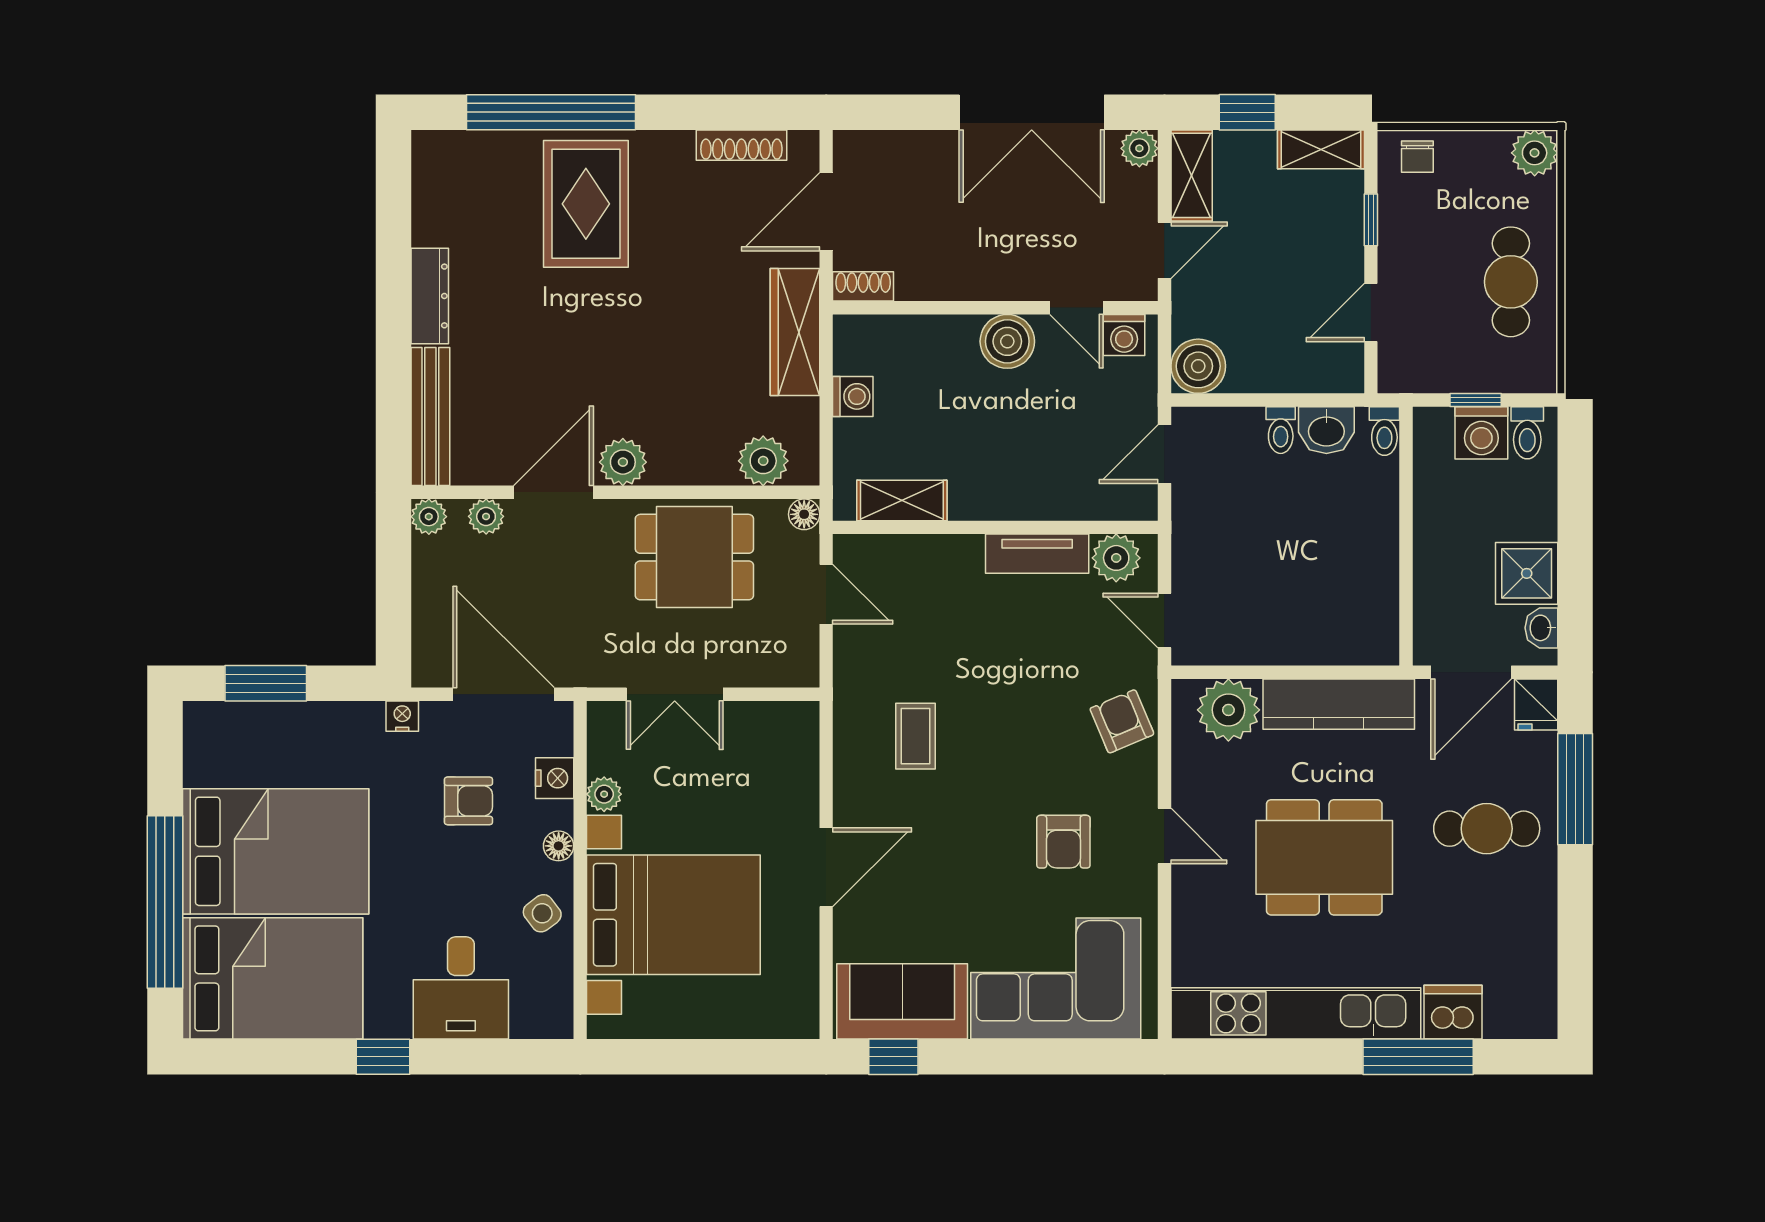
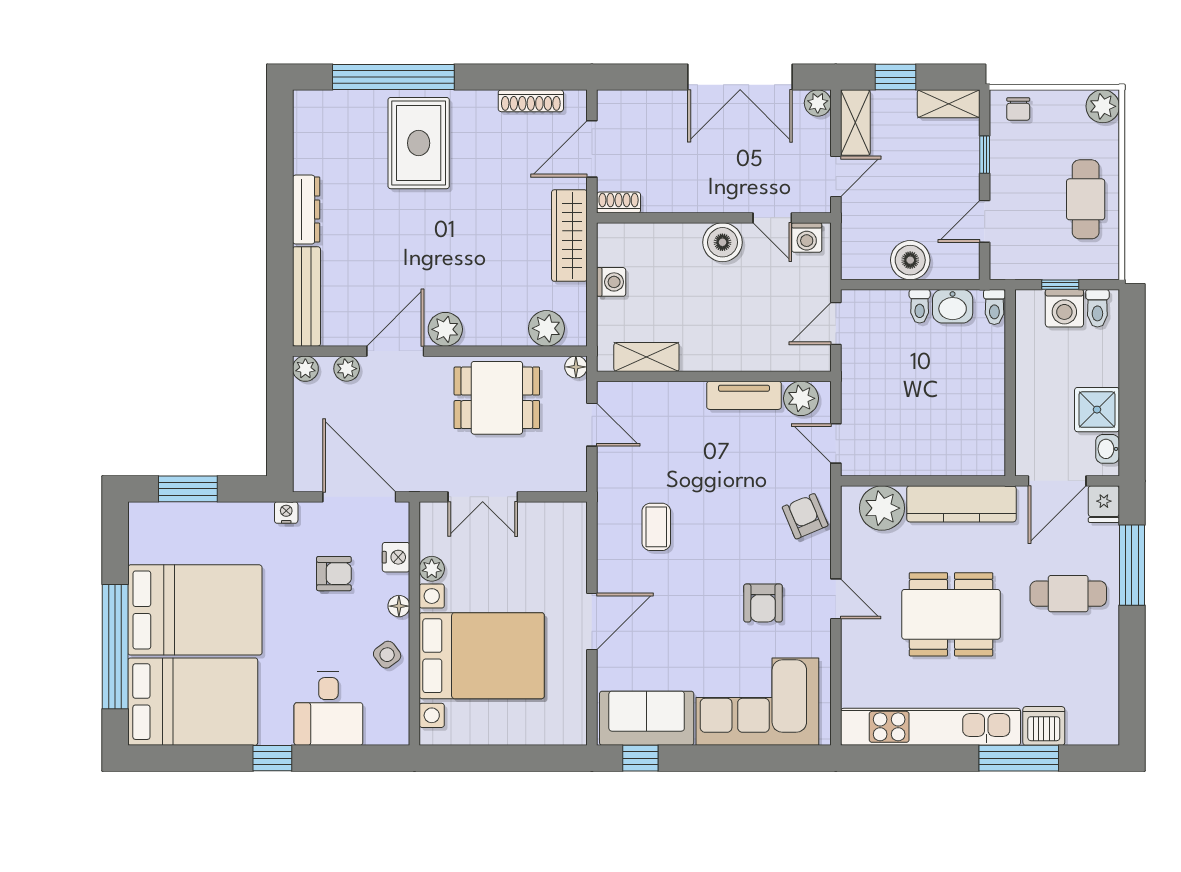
boiler: (1198, 366) -> (910, 260), moved

